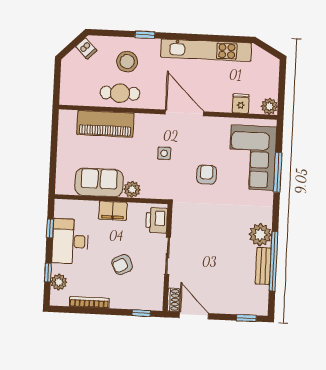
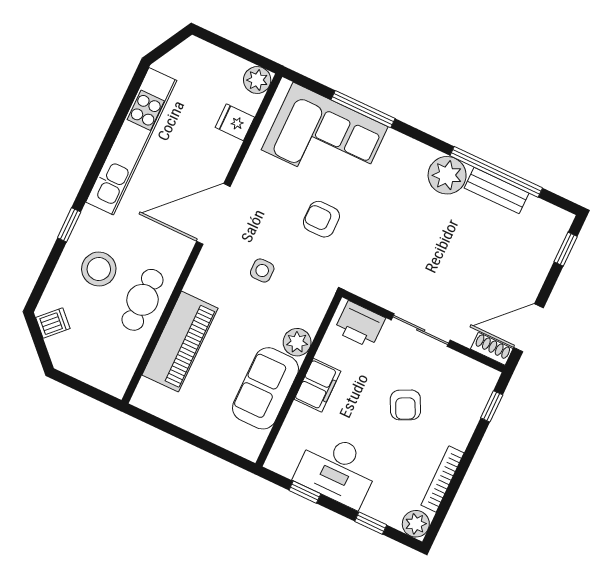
plant: (59, 282) -> (416, 524), moved

